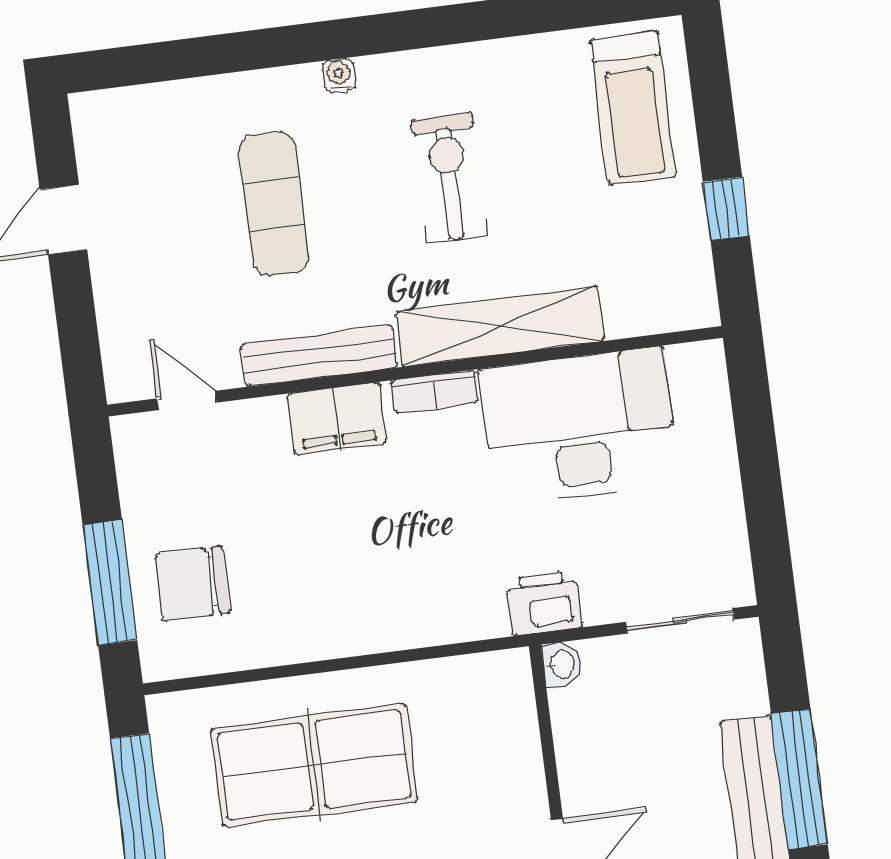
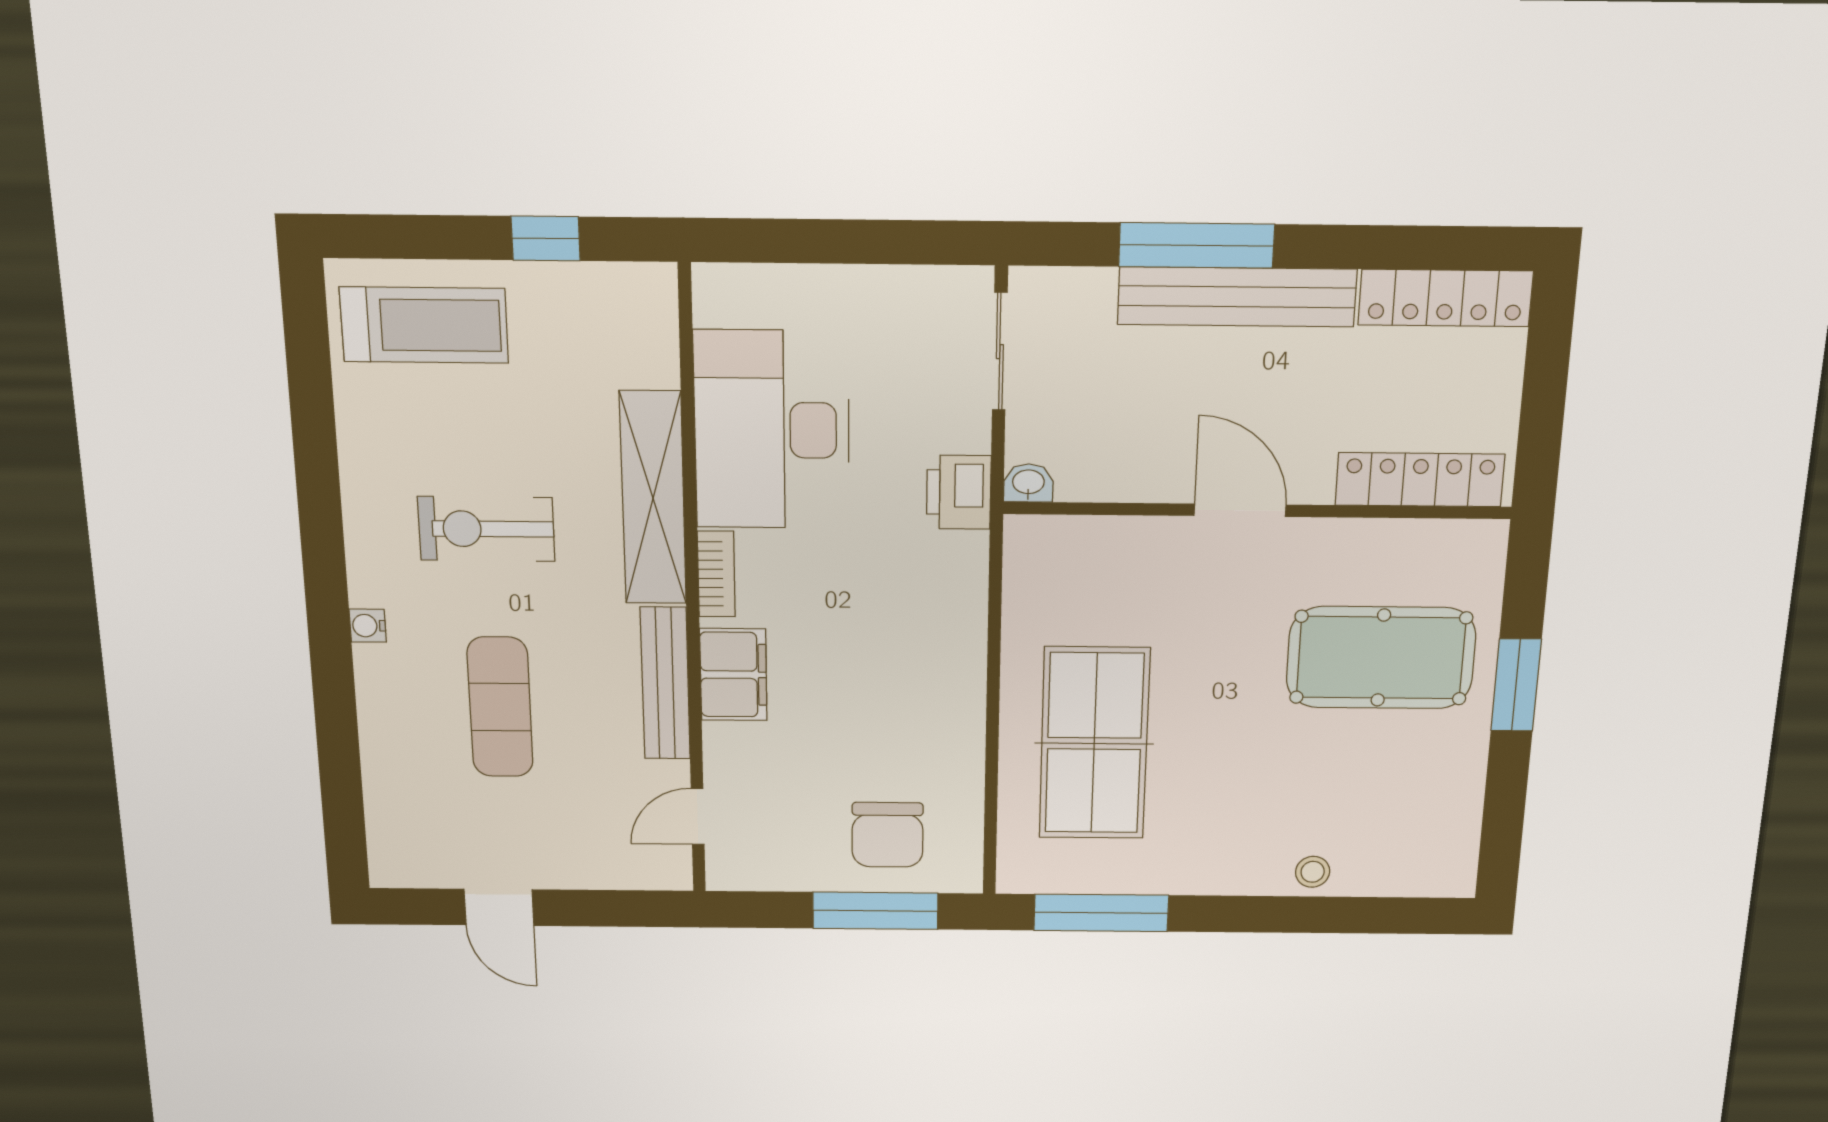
exercise mat: (274, 204) -> (500, 707), turned 90

